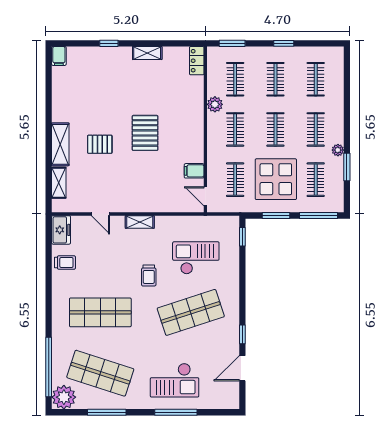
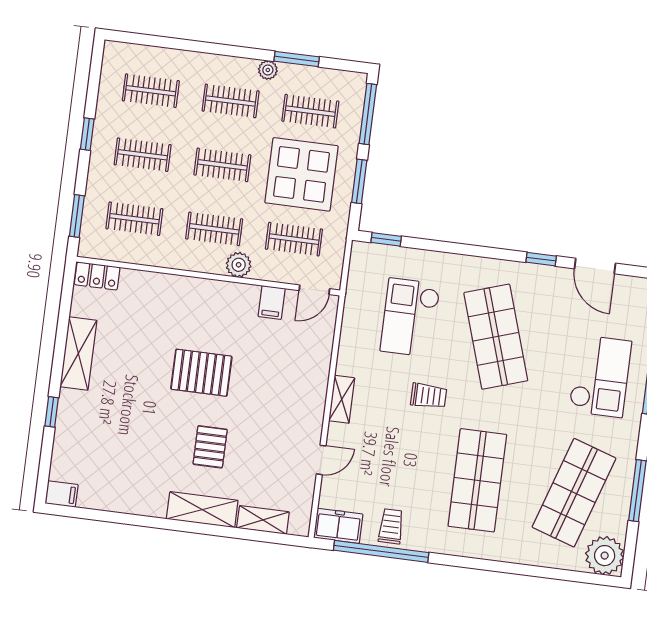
shelving: (147, 53) -> (78, 353), width x1.50, depth x1.33
plant: (215, 104) -> (239, 265), moved
window: (49, 367) -> (381, 551), moved

